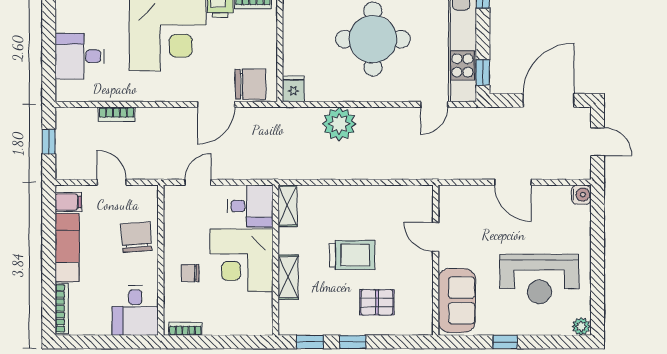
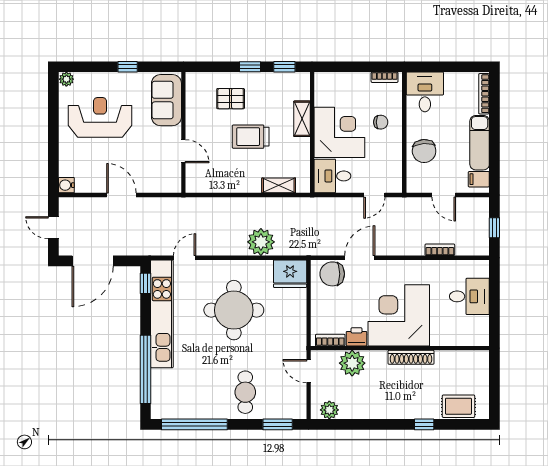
fridge: (293, 89) -> (290, 274), width x1.88, depth x1.34
shelving: (288, 206) -> (279, 185), moved, turned 90

